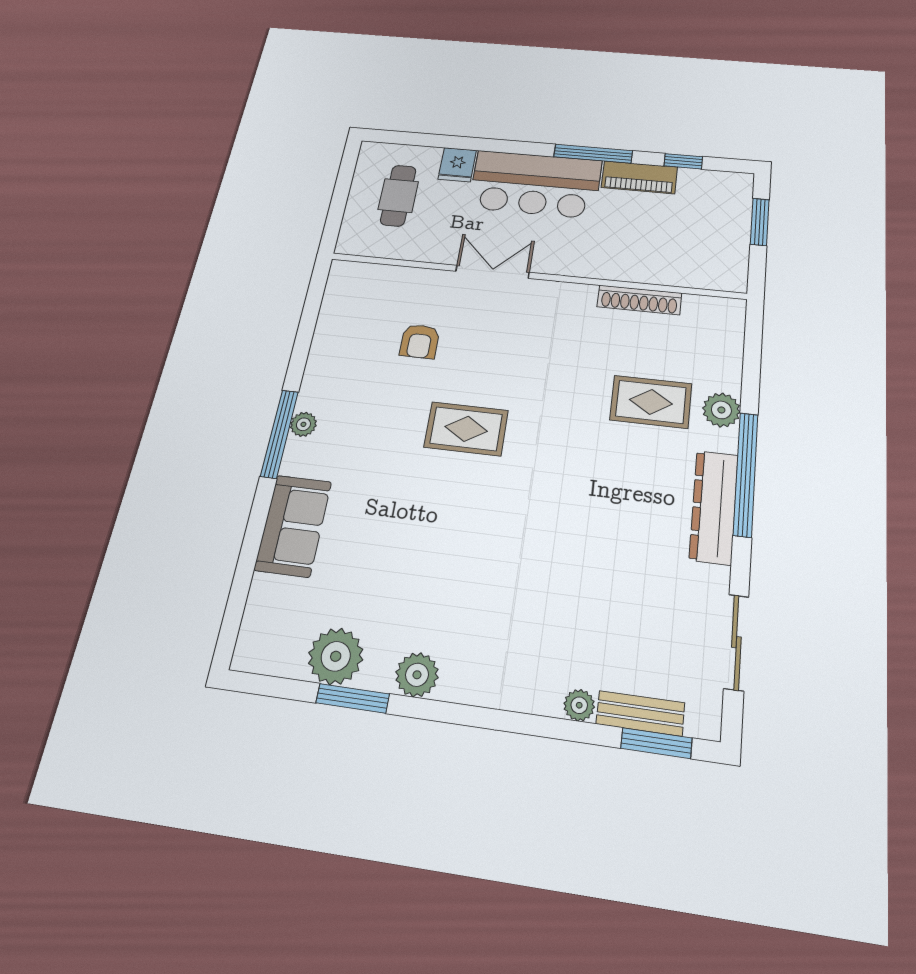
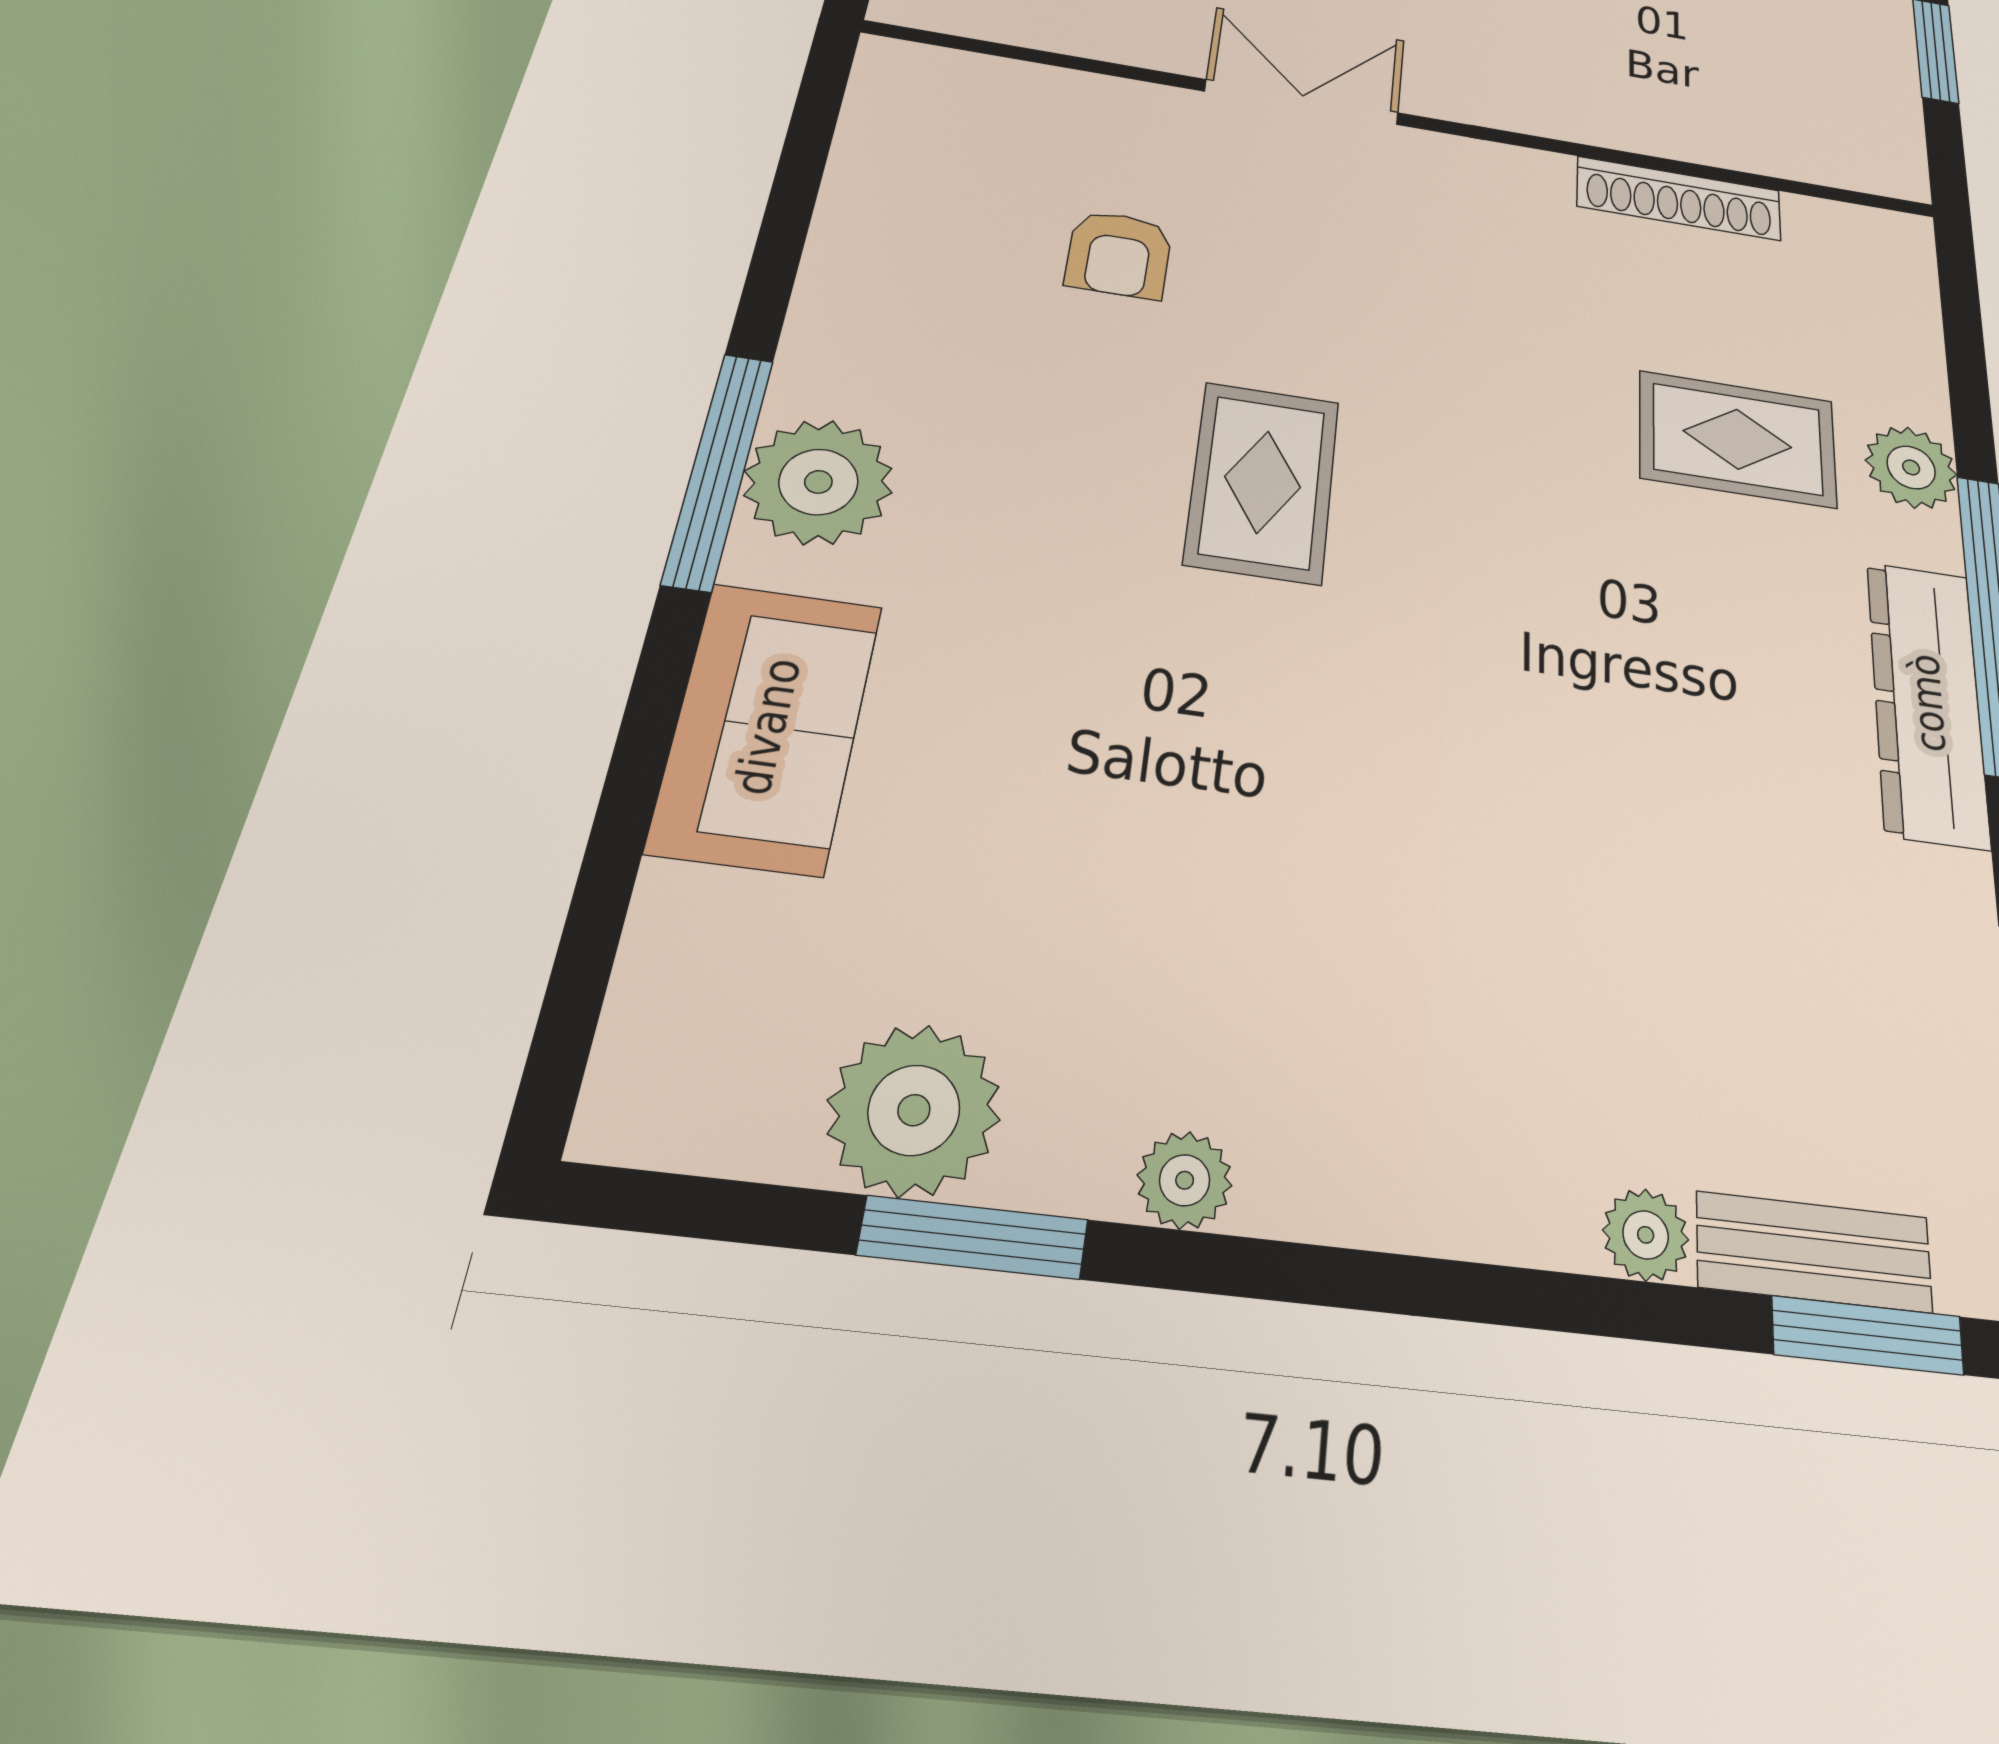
plant: (303, 424) -> (818, 482), width x1.87, depth x1.87
rug: (466, 429) -> (1262, 482), turned 90
plant: (417, 675) -> (1185, 1180), width x0.73, depth x0.73

